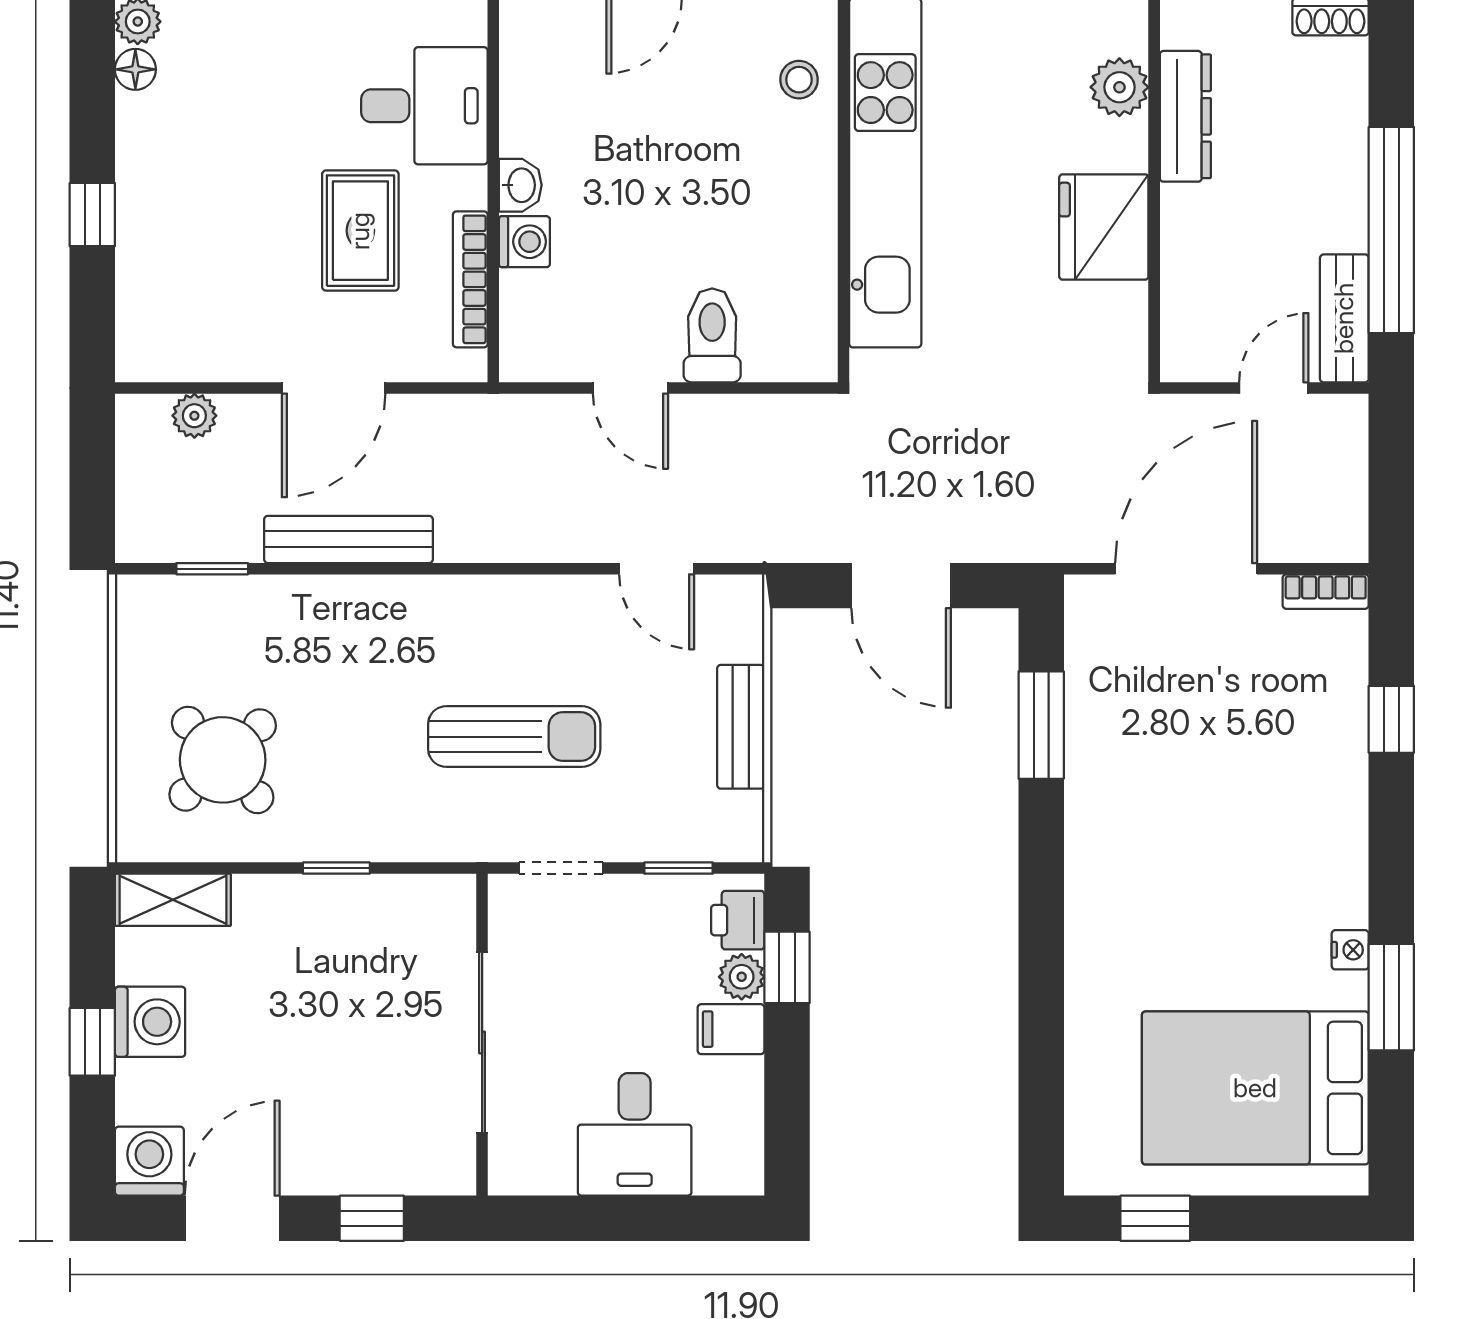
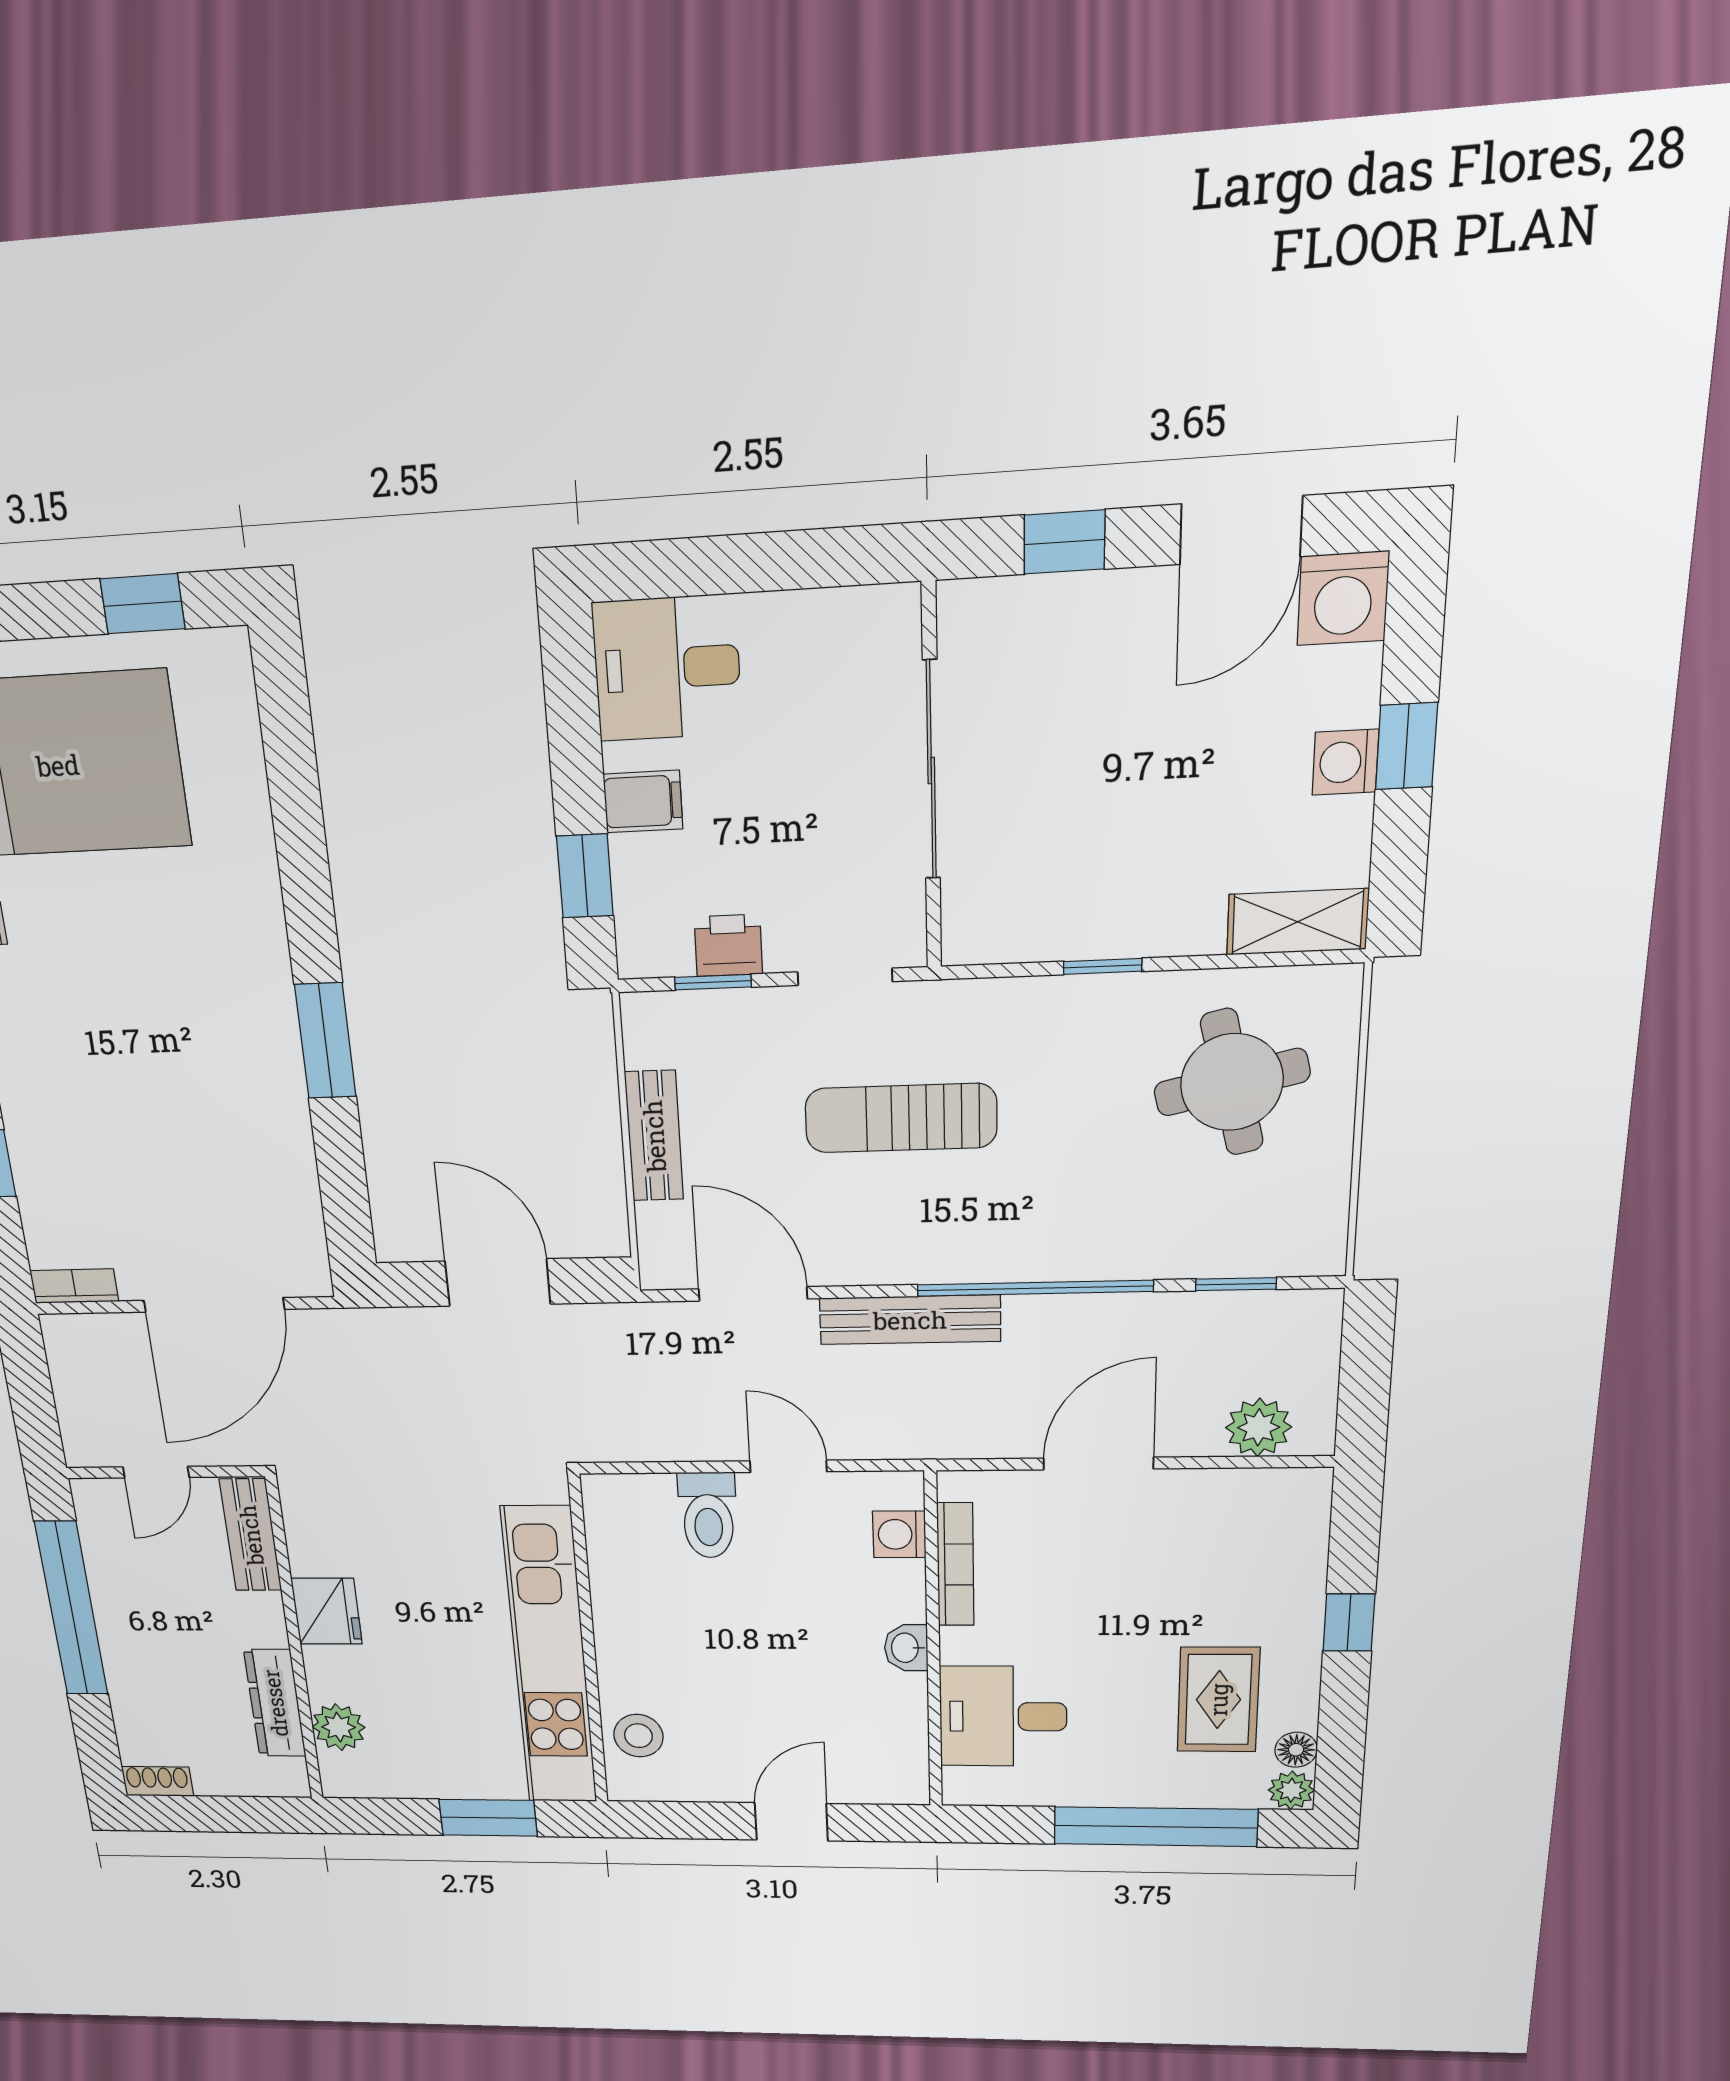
stool: (799, 80) -> (638, 1736), width x1.37, depth x1.37
fridge: (1104, 227) -> (327, 1611), width x0.73, depth x0.75
rug: (360, 231) -> (1218, 1700), moved
washing machine: (524, 242) -> (899, 1534), moved
bench: (1344, 318) -> (251, 1535), moved
plant: (194, 416) -> (1259, 1427), width x1.38, depth x1.38
bench: (348, 539) -> (910, 1320), moved
window: (394, 569) -> (1035, 1288), added
door: (657, 569) -> (753, 1294), width x1.37
window: (1041, 725) -> (325, 1041), moved
round table: (223, 760) -> (1232, 1082), turned 30
printer: (738, 920) -> (728, 945), moved, turned -90
plant: (742, 977) -> (635, 863), removed
washing machine: (150, 1022) -> (1345, 762), width x0.73, depth x0.73
desk: (635, 1134) -> (667, 668), moved, turned -90

